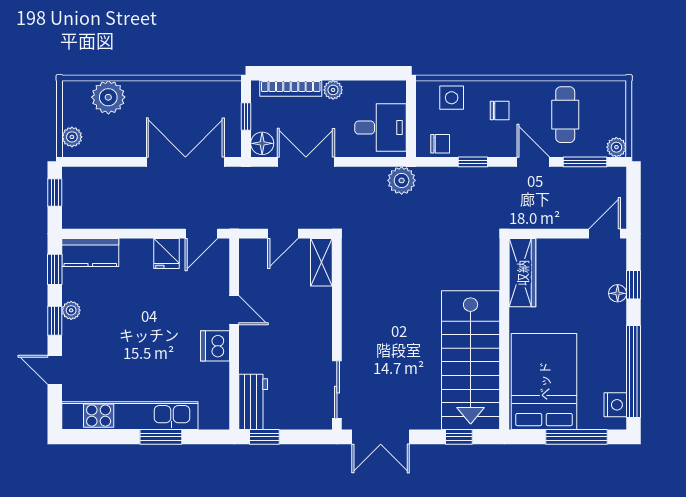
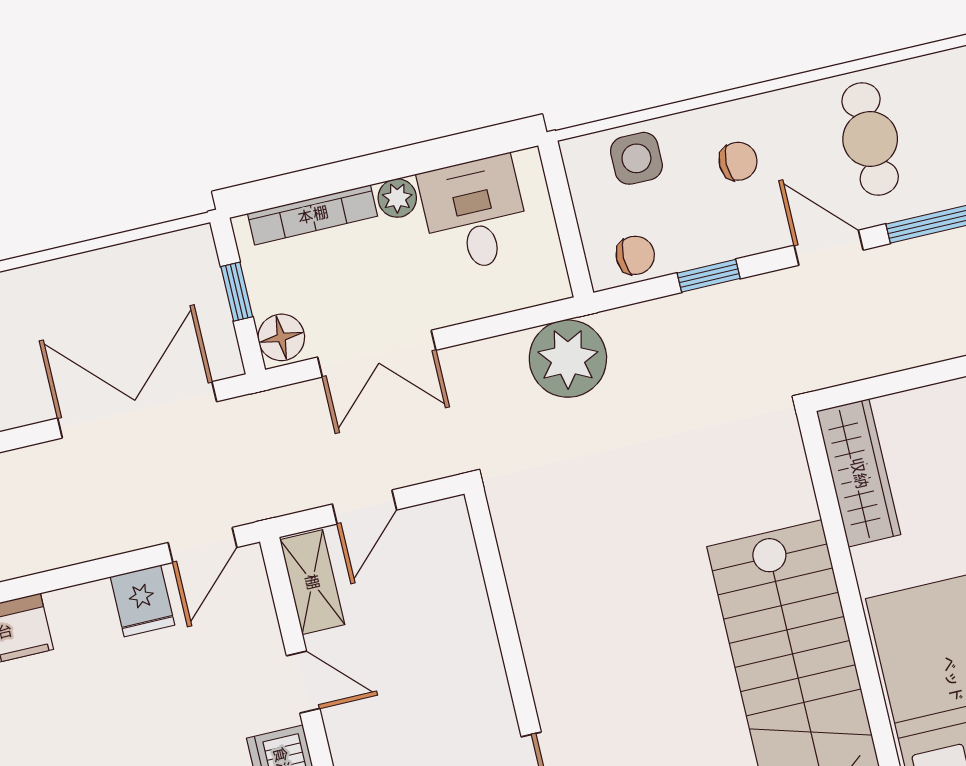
desk: (381, 128) -> (475, 214), moved, turned -90
double door: (306, 162) -> (377, 354), swing flipped
plant: (402, 180) -> (568, 359), width x1.36, depth x1.36
shelving: (321, 262) -> (312, 582), moved

